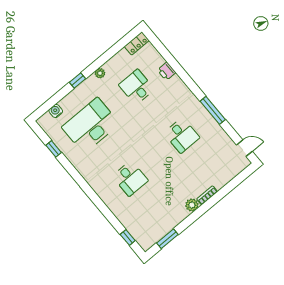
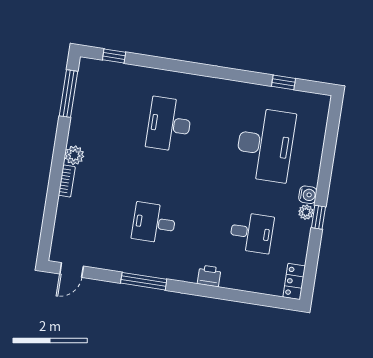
printer: (167, 71) -> (209, 276), moved
window: (77, 81) -> (318, 217), moved
water cooler: (56, 111) -> (308, 195), moved
desk: (130, 178) -> (169, 124), width x1.37
window: (167, 239) -> (68, 94), width x1.44

